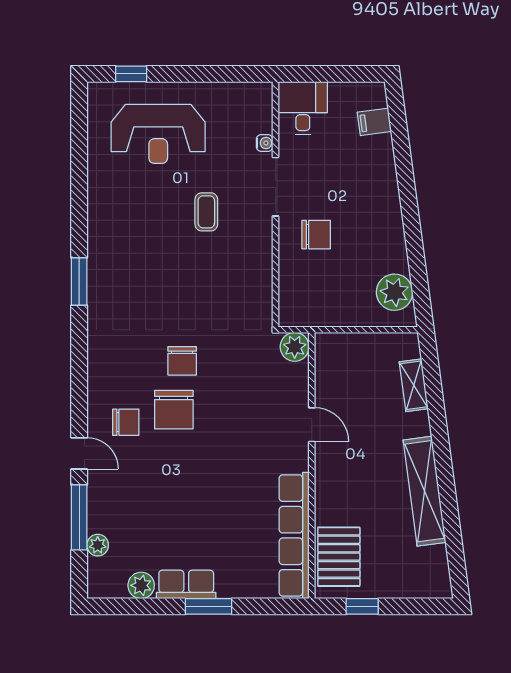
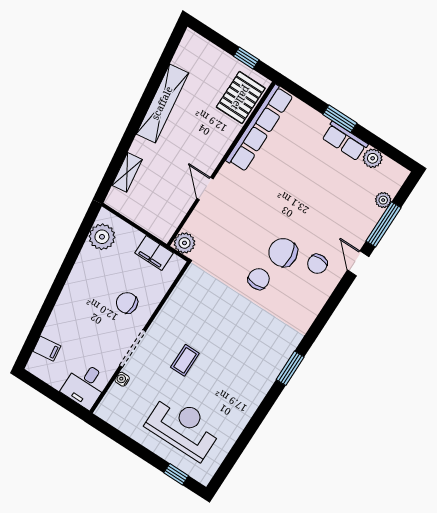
filing cabinet: (322, 312) -> (154, 253), added
chair: (174, 410) -> (283, 253), turned -96
chair: (126, 422) -> (317, 264), turned -90

